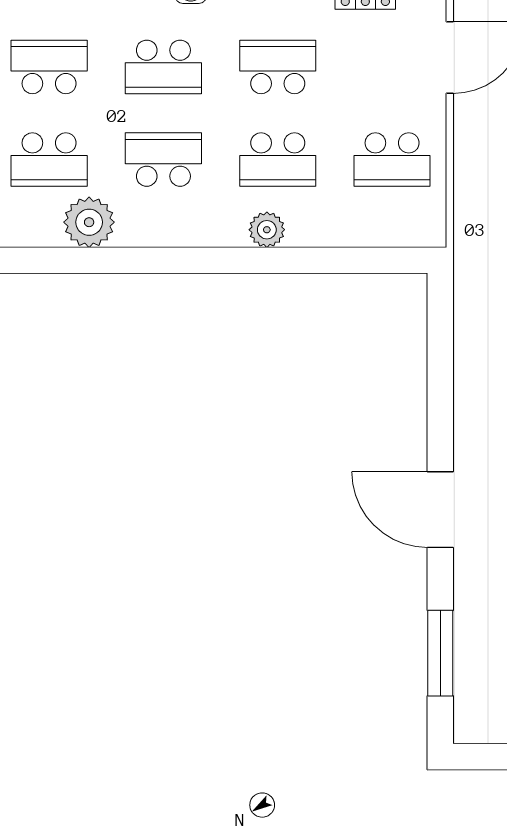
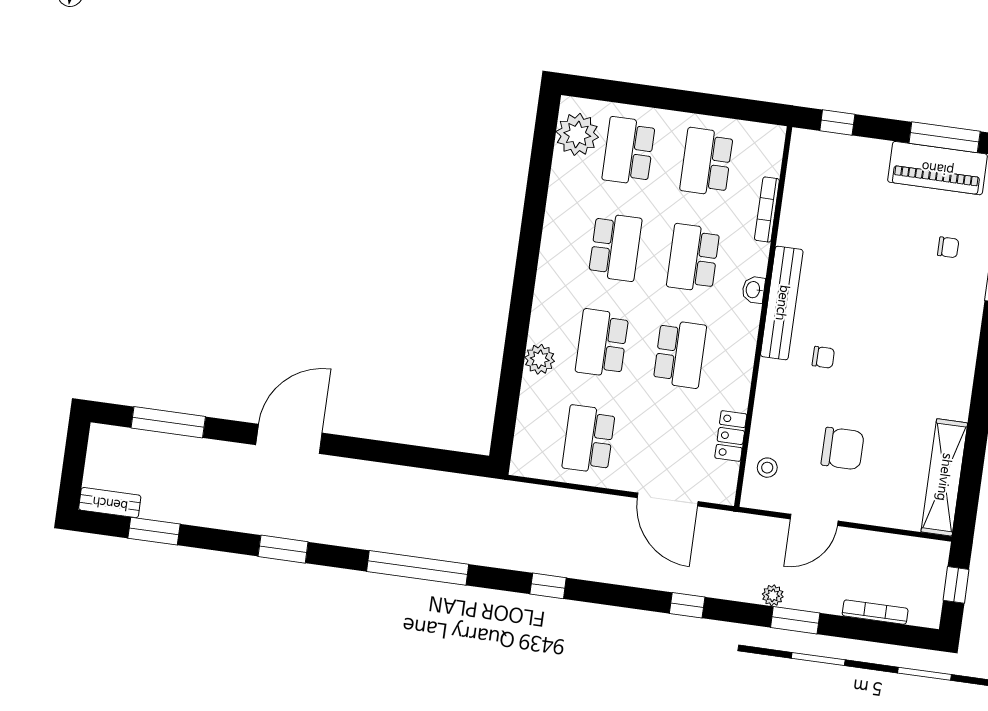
school desk: (49, 67) -> (706, 162), turned 180
plant: (89, 222) -> (577, 134), moved
plant: (267, 230) -> (540, 359), moved

